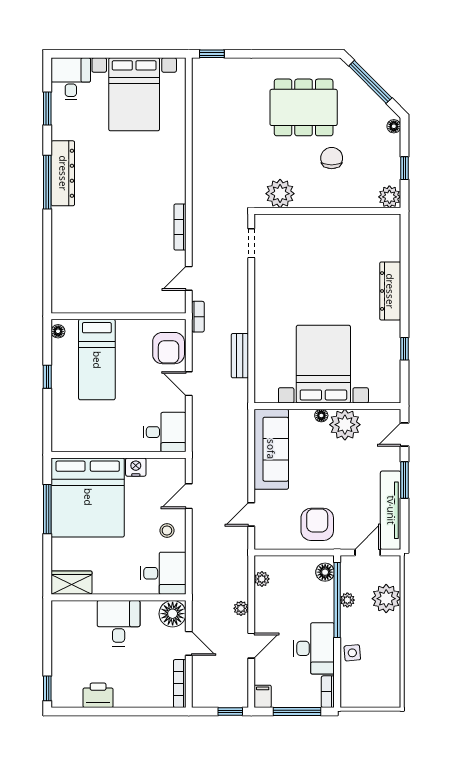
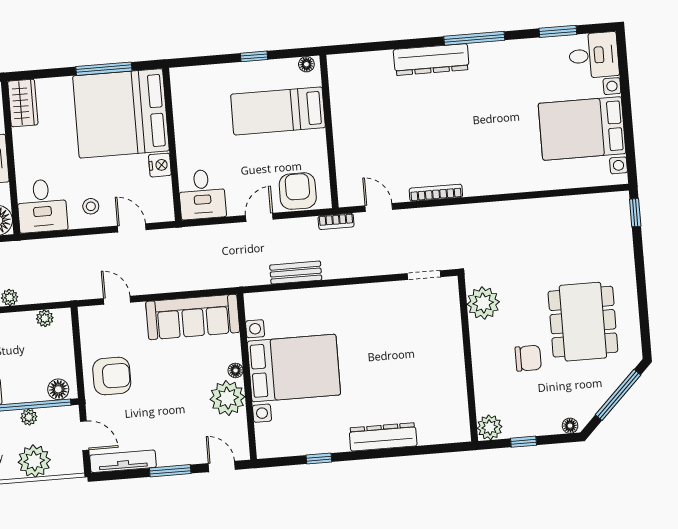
dresser: (63, 173) -> (431, 60), moved
armchair: (169, 348) -> (298, 191), turned 90
tv unit: (391, 510) -> (123, 461), width x0.73, depth x0.78

